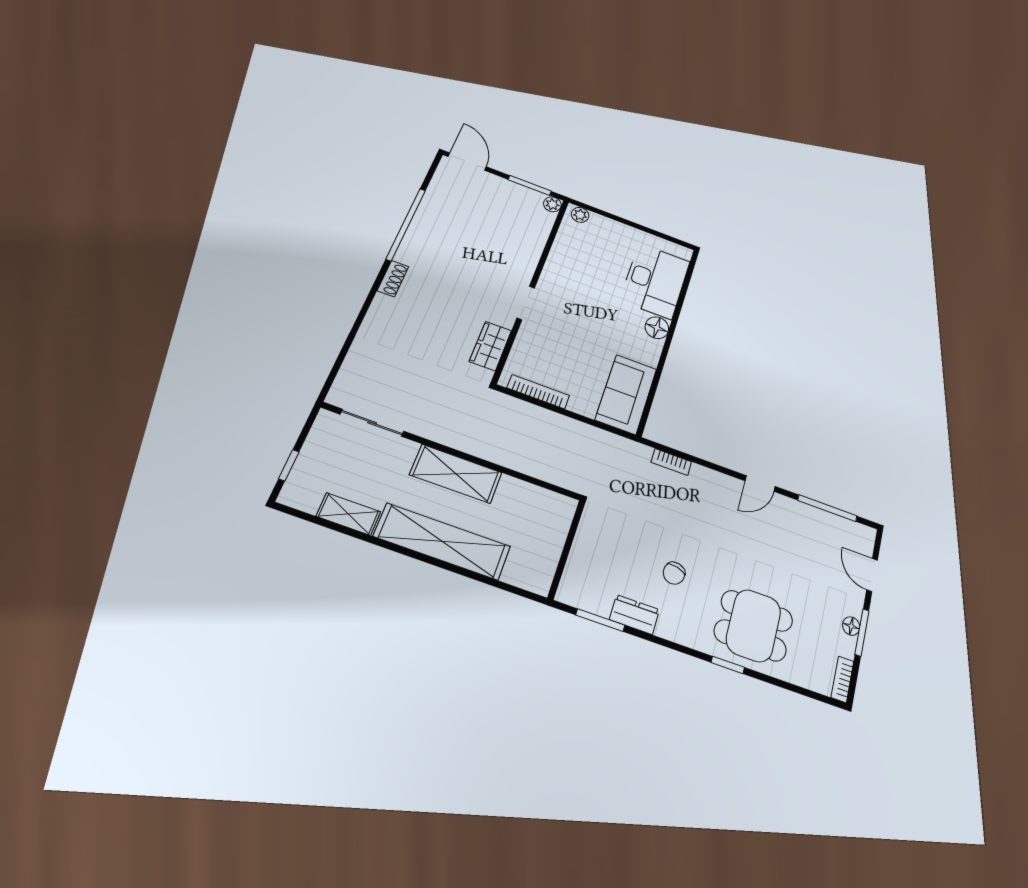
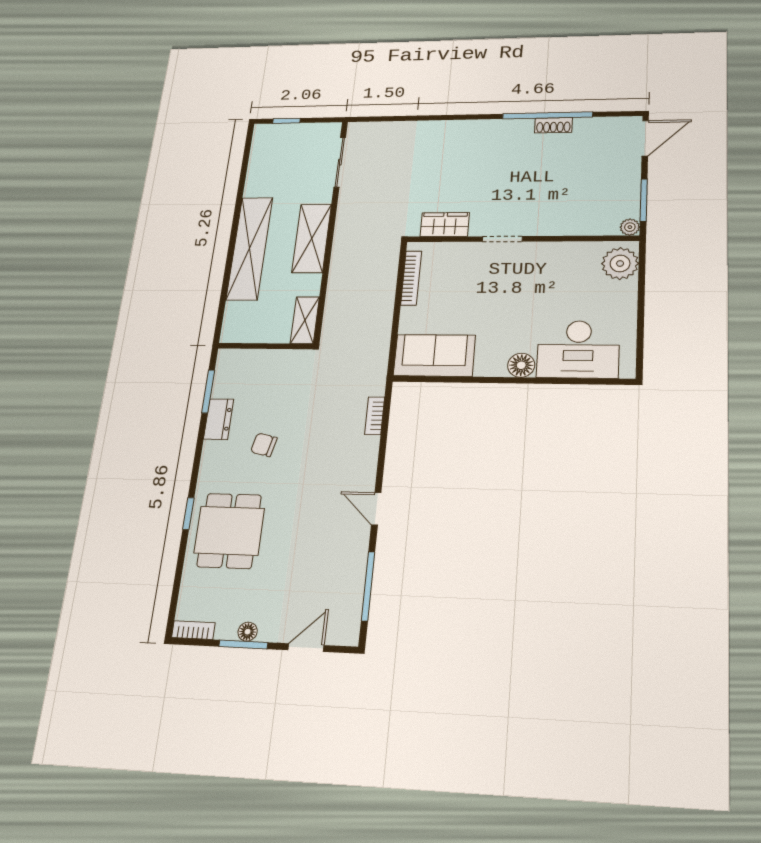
plant: (580, 215) -> (620, 263), width x1.88, depth x1.88
shoe rack: (393, 279) -> (553, 125), moved
shelving: (348, 514) -> (305, 320), moved

